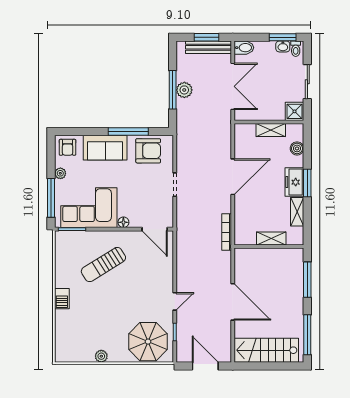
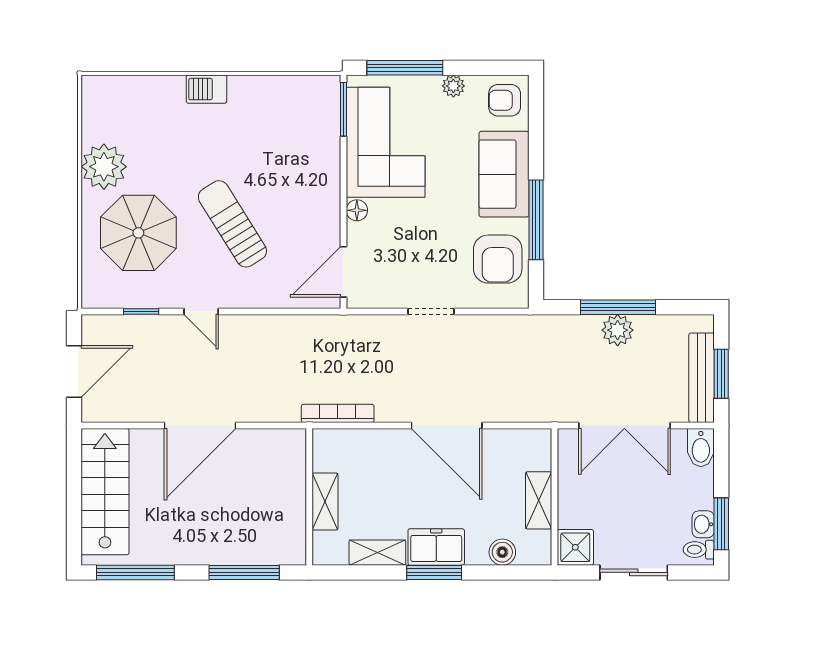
sun lounger: (103, 265) -> (232, 224), moved
parasol: (148, 342) -> (138, 233), moved
plant: (101, 356) -> (104, 167), width x1.88, depth x1.88

